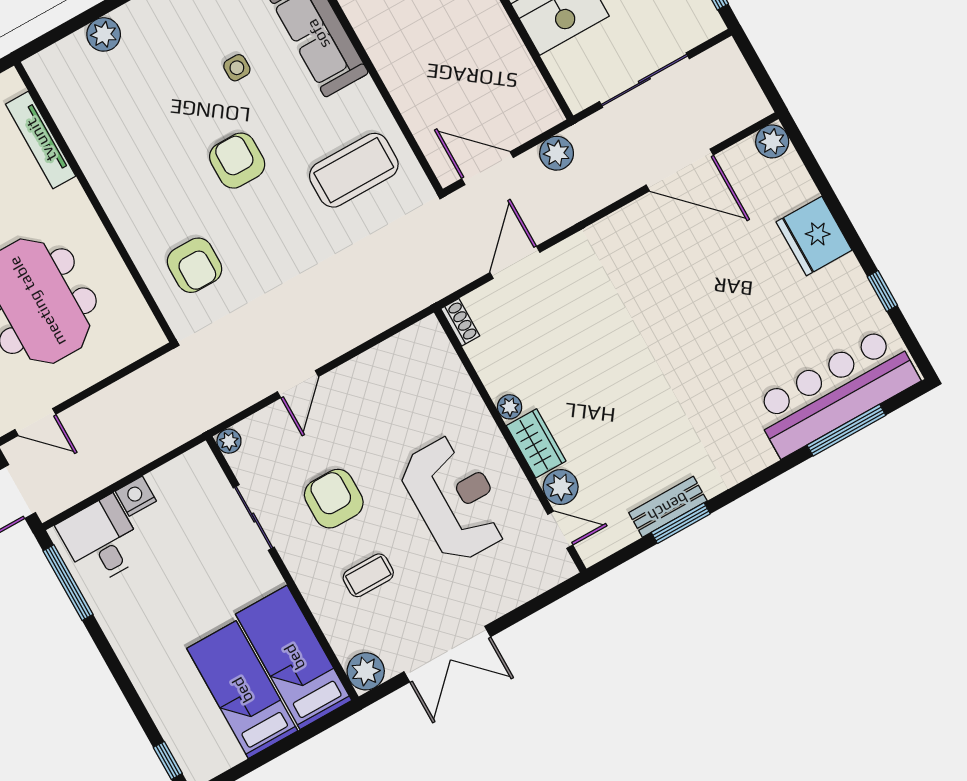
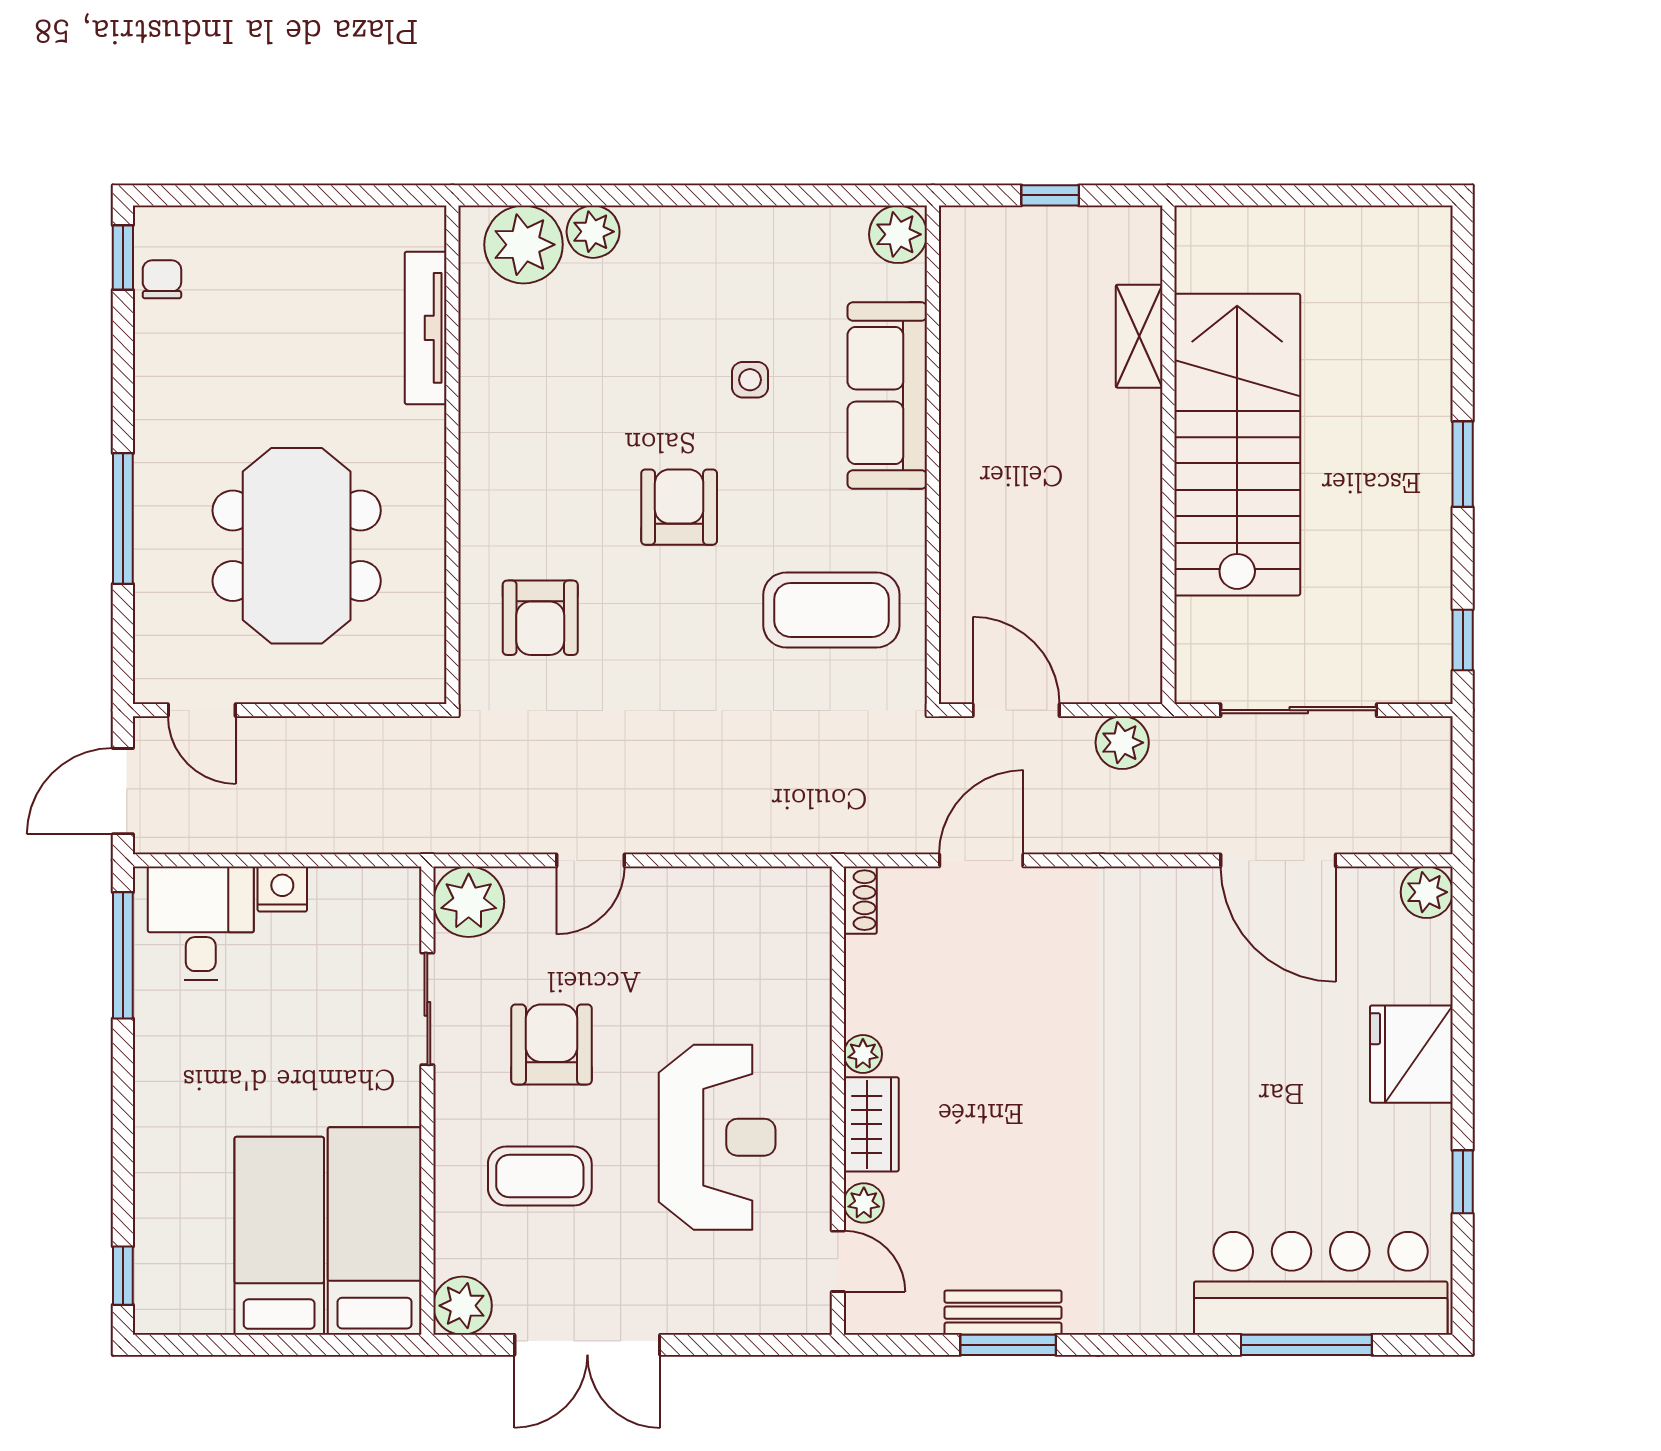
plant: (69, 63) -> (524, 245), added
plant: (229, 441) -> (469, 902), width x1.88, depth x1.88
plant: (561, 487) -> (864, 1203), width x0.73, depth x0.73
coffee table: (368, 575) -> (540, 1176), width x1.36, depth x1.30

